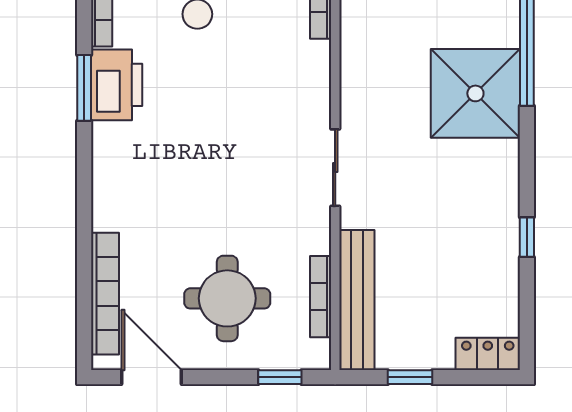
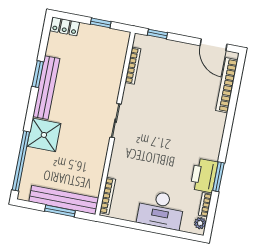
shower: (475, 93) -> (44, 135), width x0.73, depth x0.73
window: (527, 237) -> (38, 74), width x1.50
round table: (227, 298) -> (174, 73), removed
bench: (357, 300) -> (46, 88), moved

